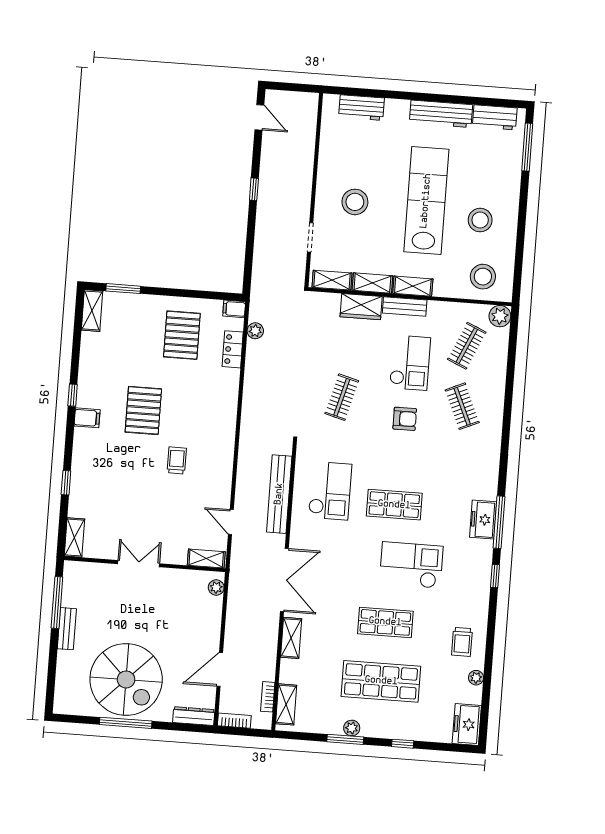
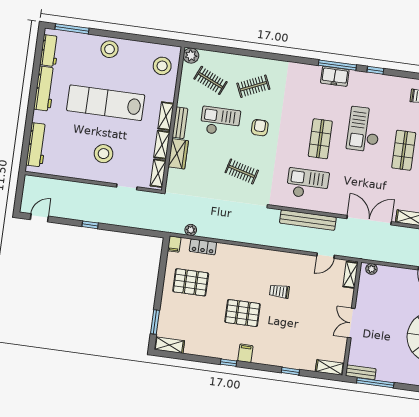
workbench: (362, 108) -> (37, 145), width x1.38
stool: (480, 220) -> (110, 49), moved
bench: (67, 629) -> (361, 372), moved

